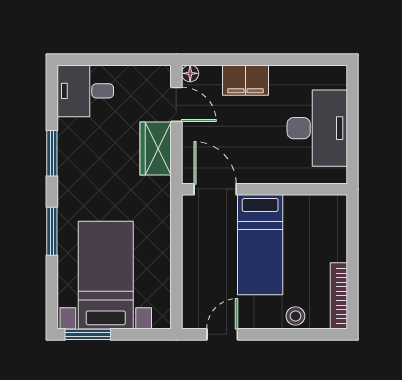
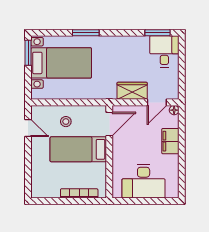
window: (52, 153) -> (157, 33), moved
bookcase: (339, 296) -> (79, 193), moved
stool: (295, 316) -> (66, 122), moved

